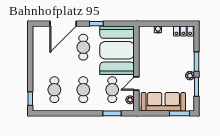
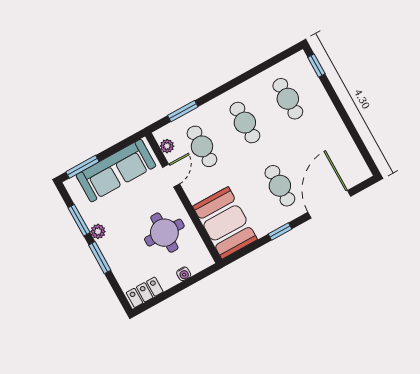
booth: (117, 50) -> (225, 223), width x0.73, depth x0.70
round table: (156, 56) -> (164, 233), added

